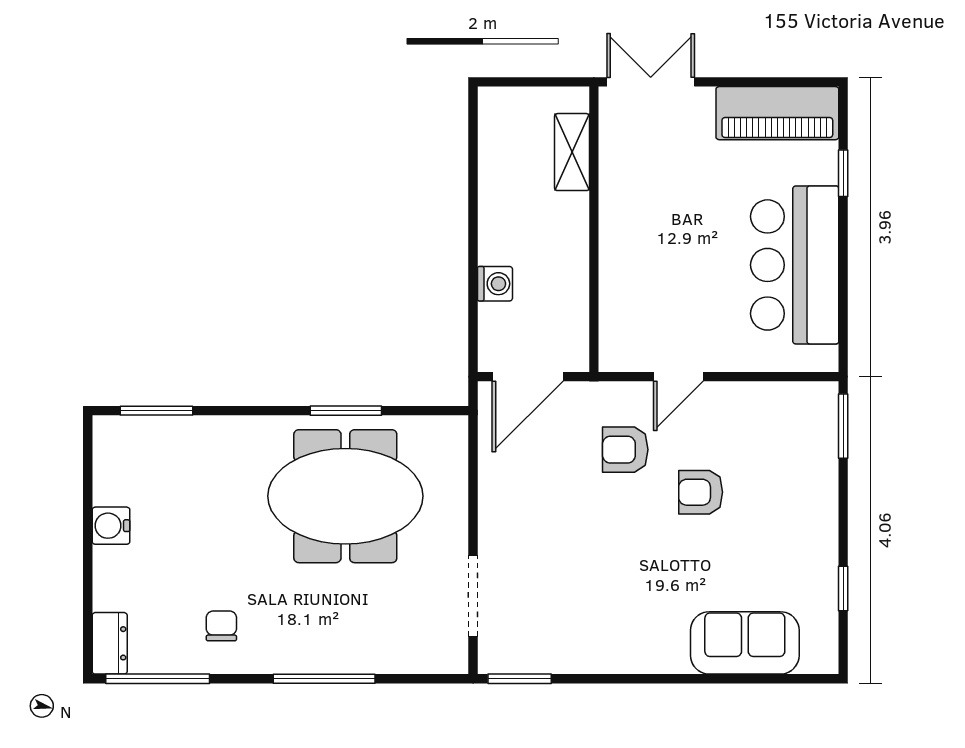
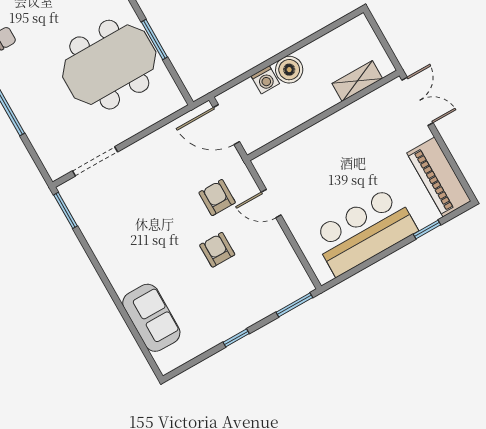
boiler: (500, 241) -> (289, 70), added
meeting table: (345, 496) -> (109, 65), turned 90
window: (843, 588) -> (236, 338), moved

